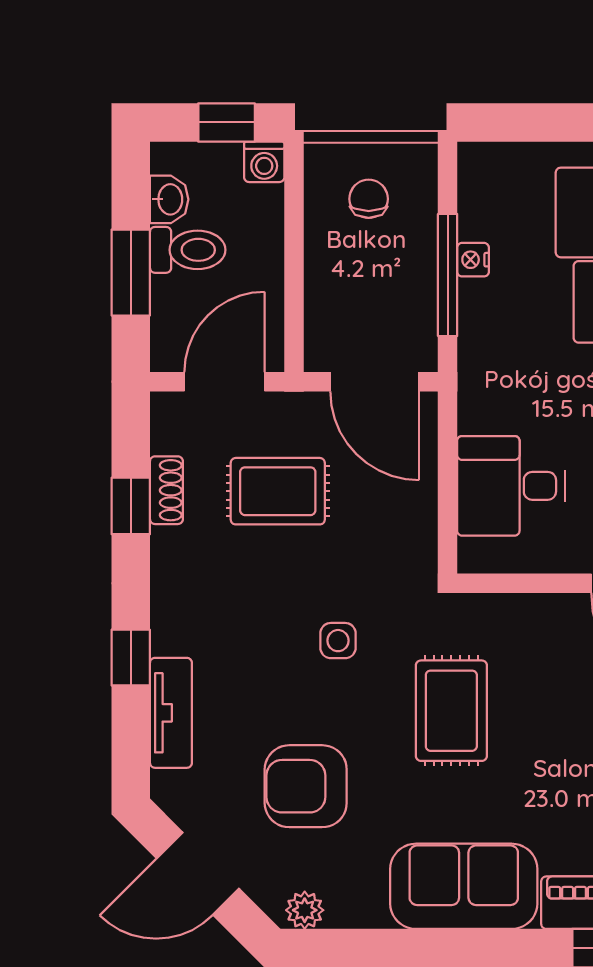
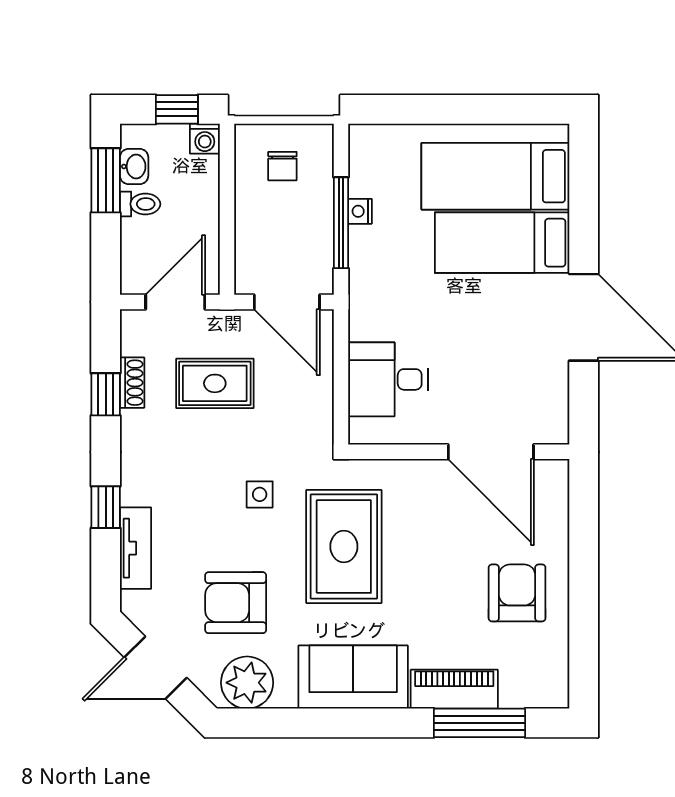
chair: (369, 199) -> (282, 166), turned 180
toilet: (188, 250) -> (140, 204), width x0.73, depth x0.72
window: (131, 273) -> (106, 180), moved
rug: (451, 711) -> (344, 547), width x1.36, depth x1.43
plant: (305, 910) -> (247, 683), width x1.87, depth x1.87

